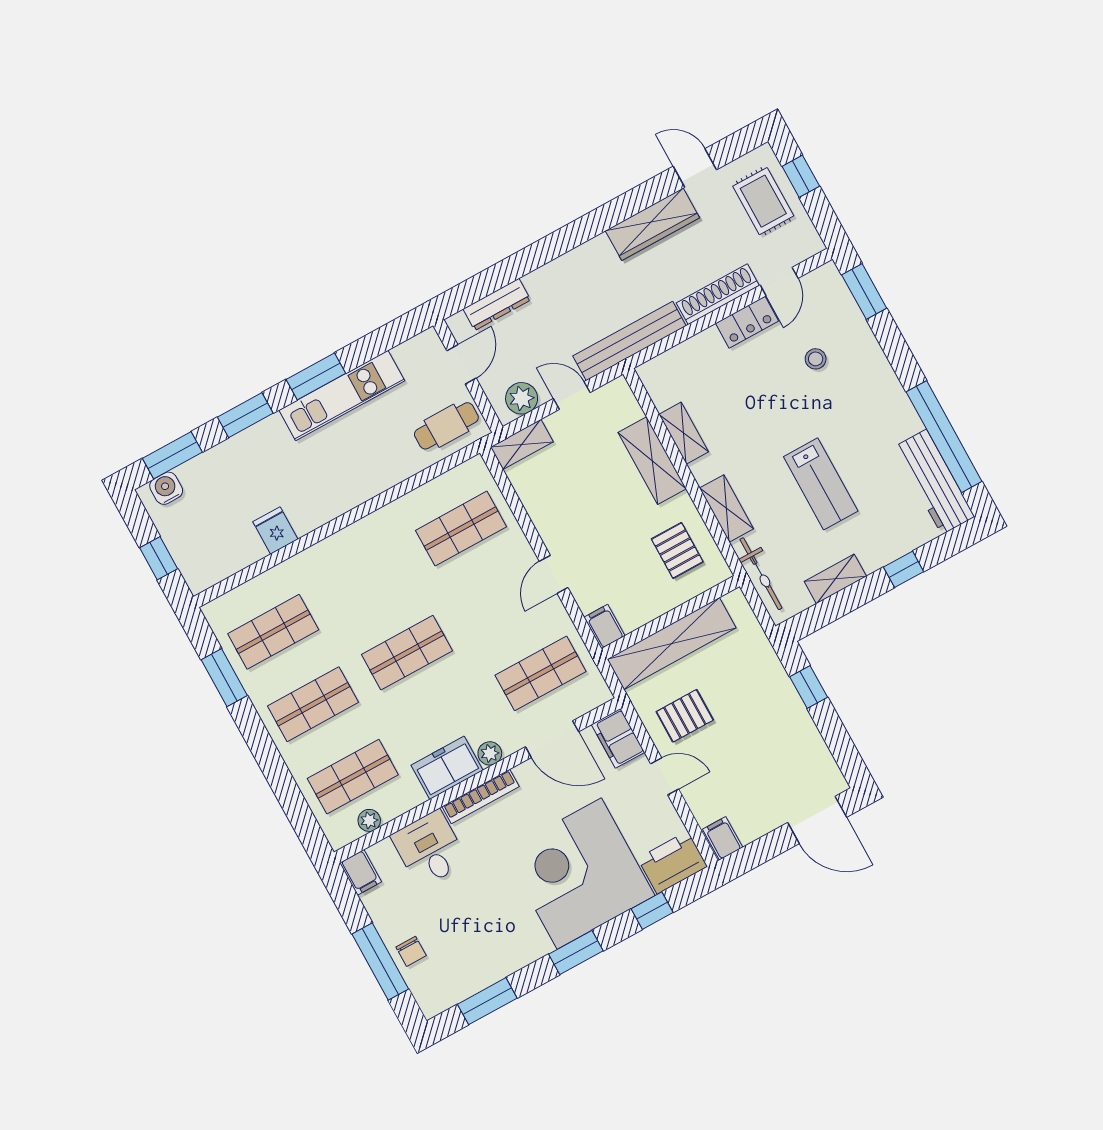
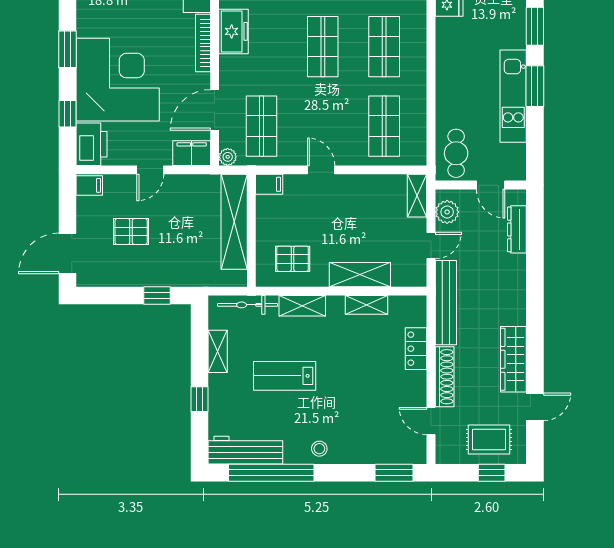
locker: (747, 322) -> (416, 349), moved
stool: (816, 359) -> (319, 449), moved
shop shelf: (367, 580) -> (384, 47), added
pallet: (685, 716) -> (131, 232), moved, turned 90
plant: (490, 753) -> (228, 157), moved

